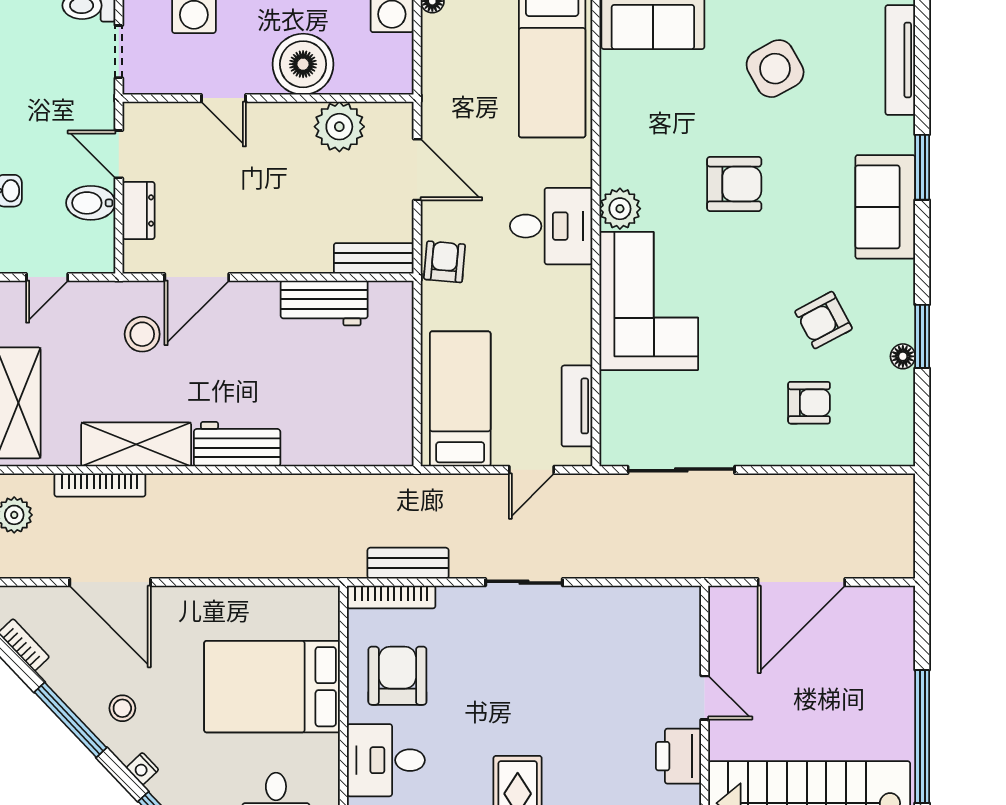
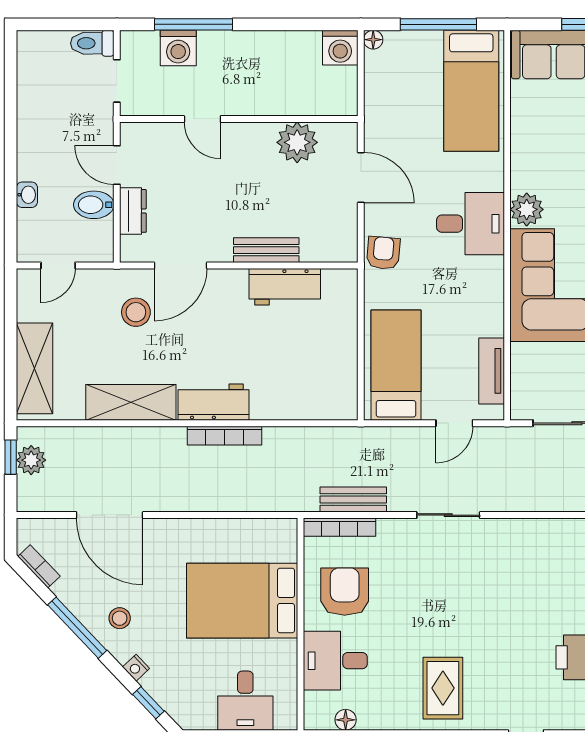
boiler: (303, 64) -> (267, 91), removed
bench: (374, 258) -> (266, 250), moved
bookcase: (100, 485) -> (225, 436), moved

